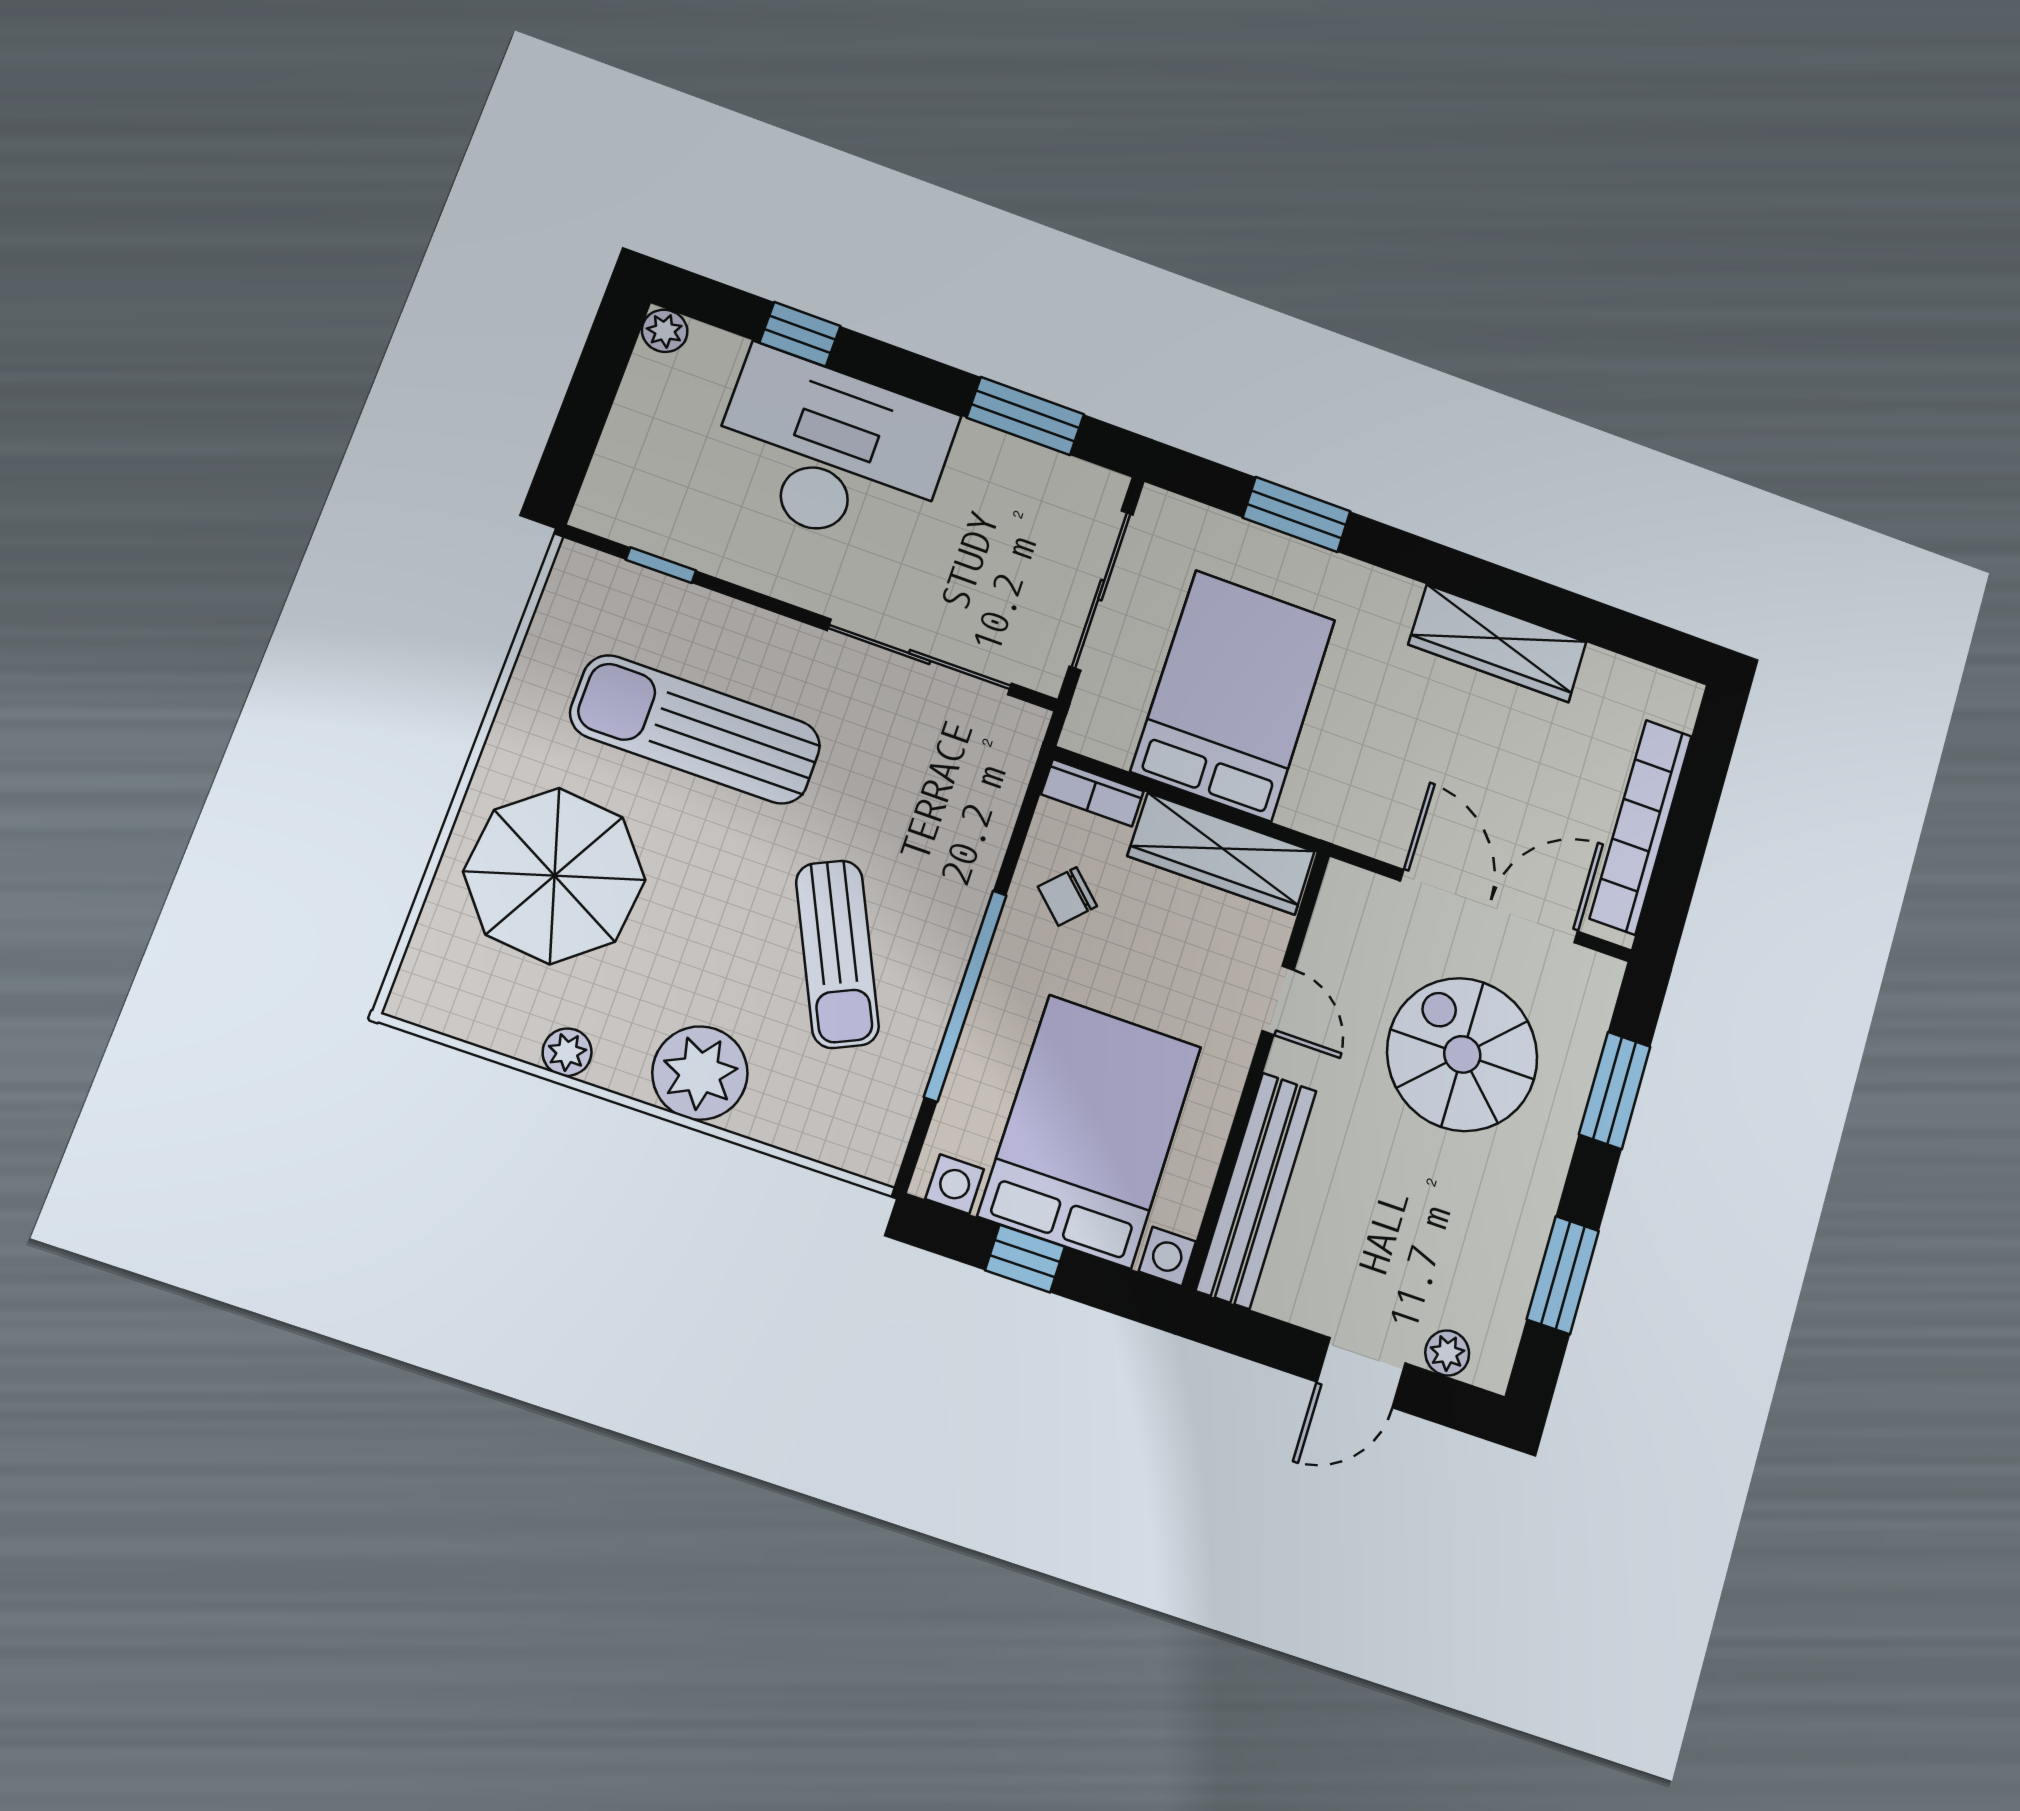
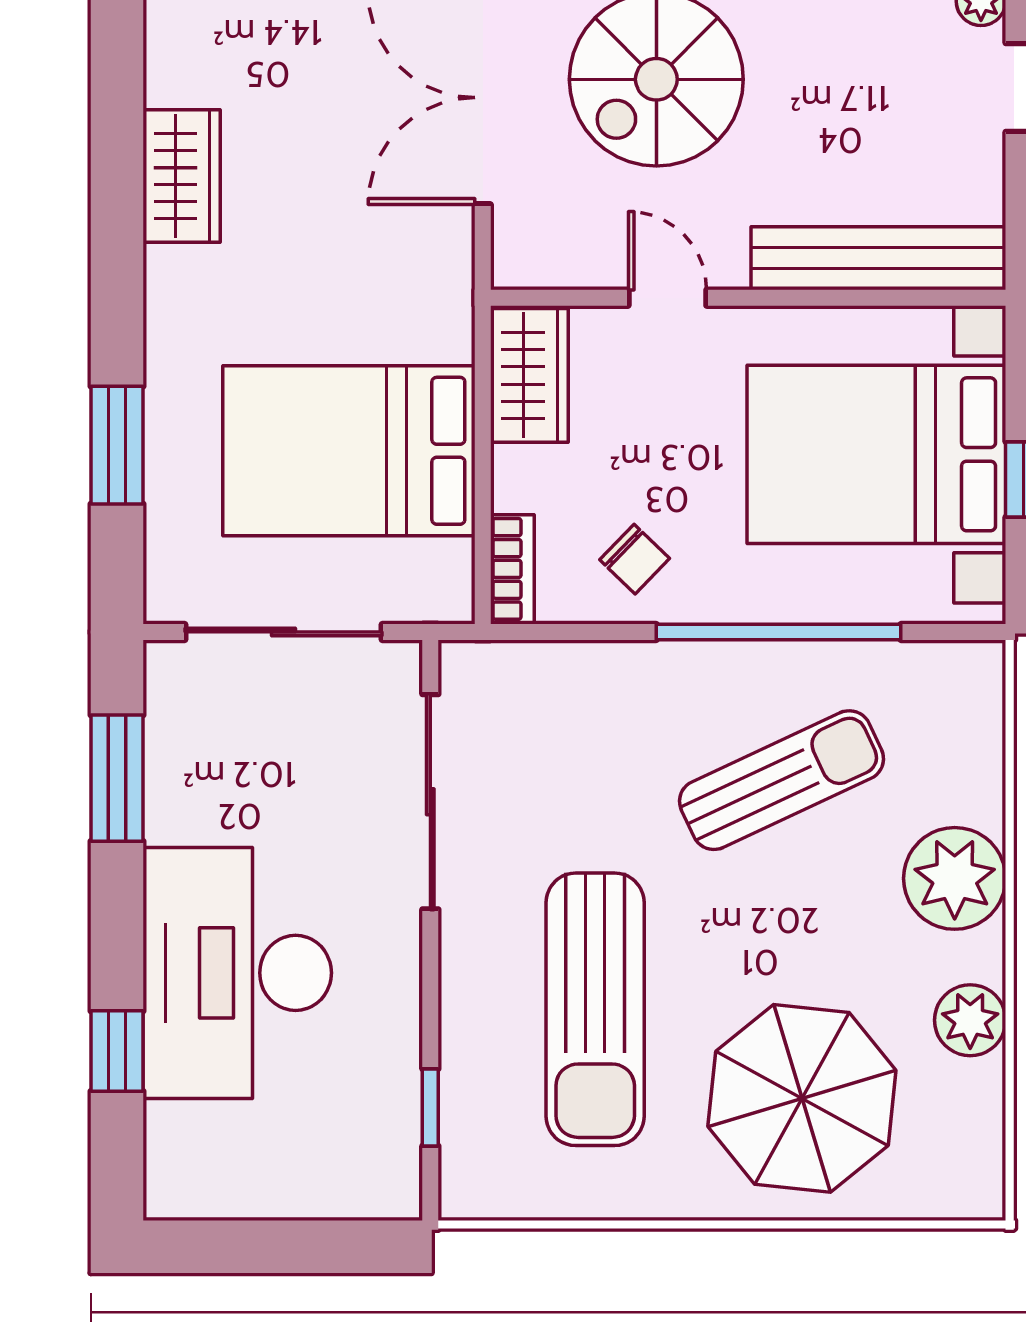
plant: (665, 331) -> (169, 1195), removed
wardrobe: (1498, 643) -> (182, 176), width x0.67
wardrobe: (1221, 854) -> (529, 375), width x0.67
door: (1278, 1000) -> (667, 298), hinge flipped
plant: (567, 1052) -> (970, 1020), width x1.38, depth x1.38

